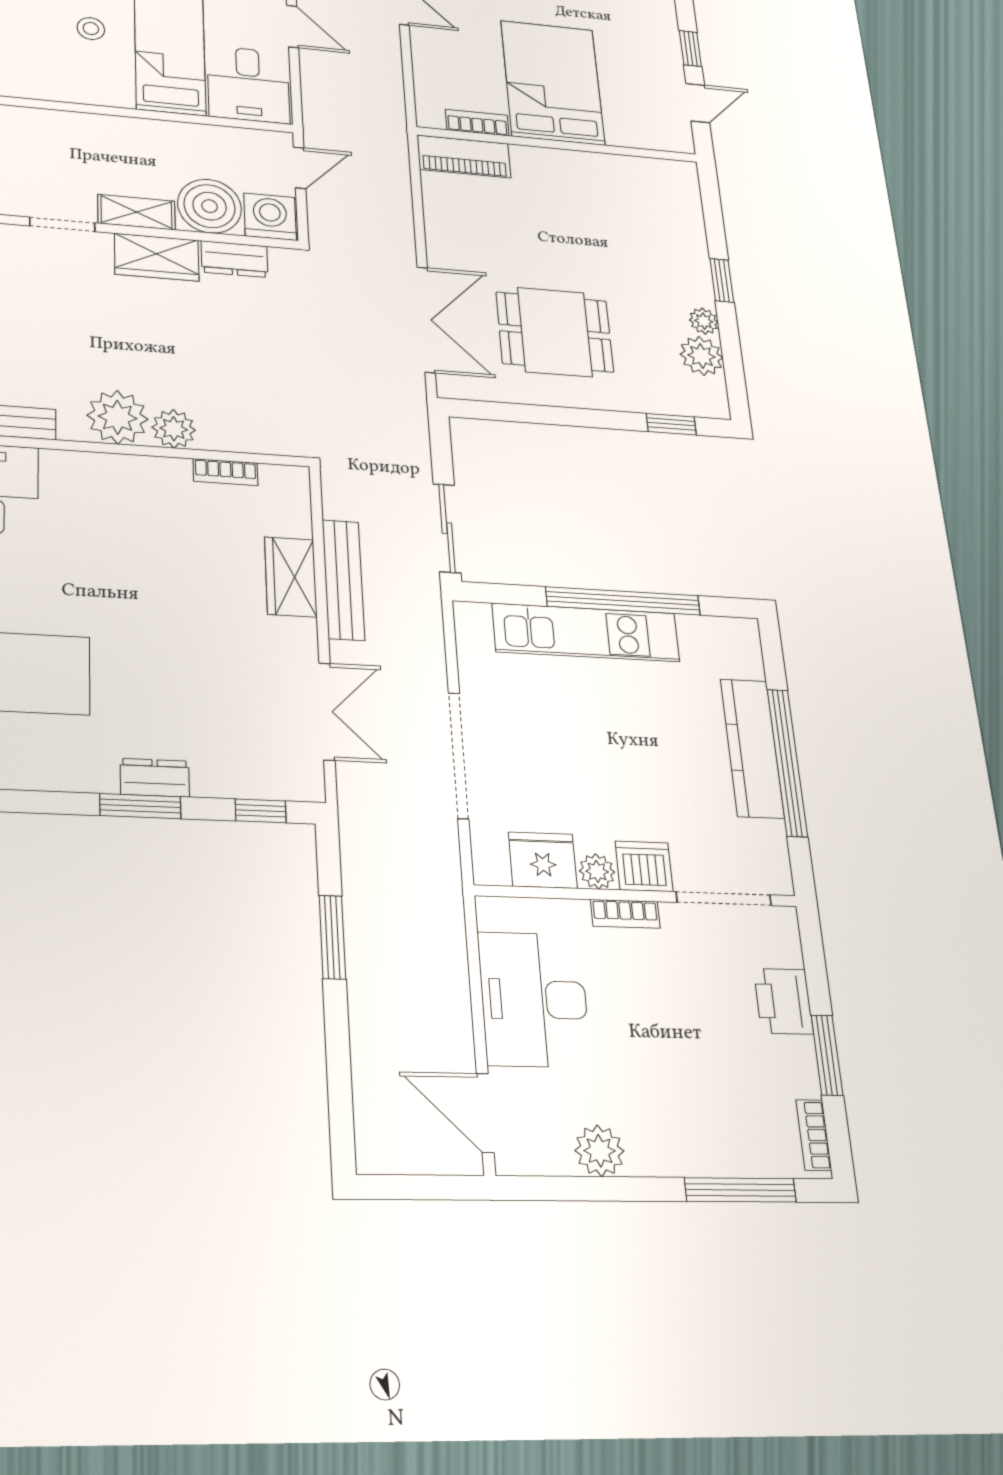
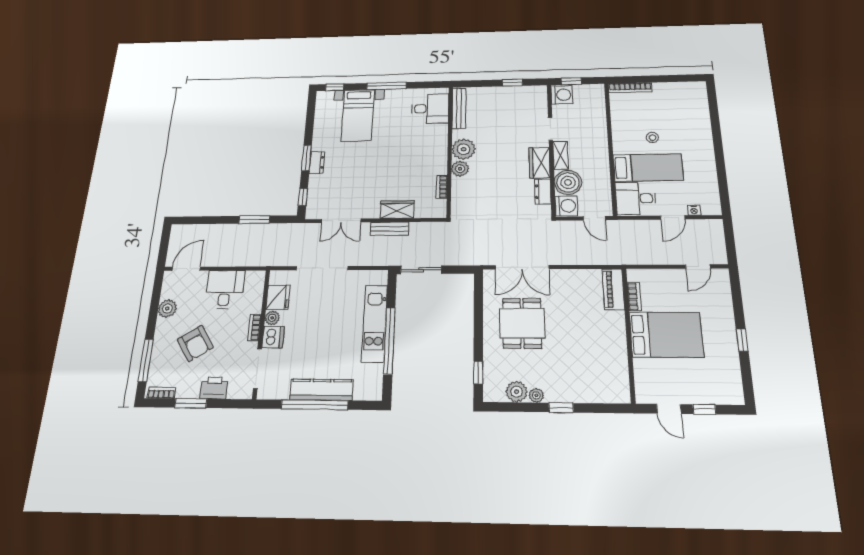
bench: (343, 580) -> (390, 229), width x0.73
desk: (534, 999) -> (225, 289), width x0.73
armchair: (682, 1062) -> (195, 343), added

